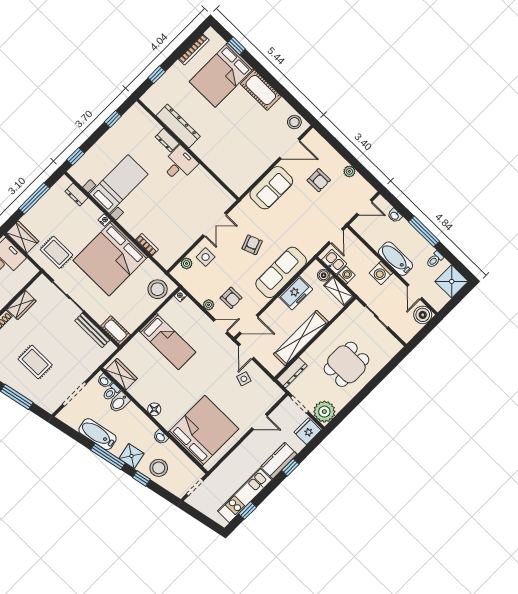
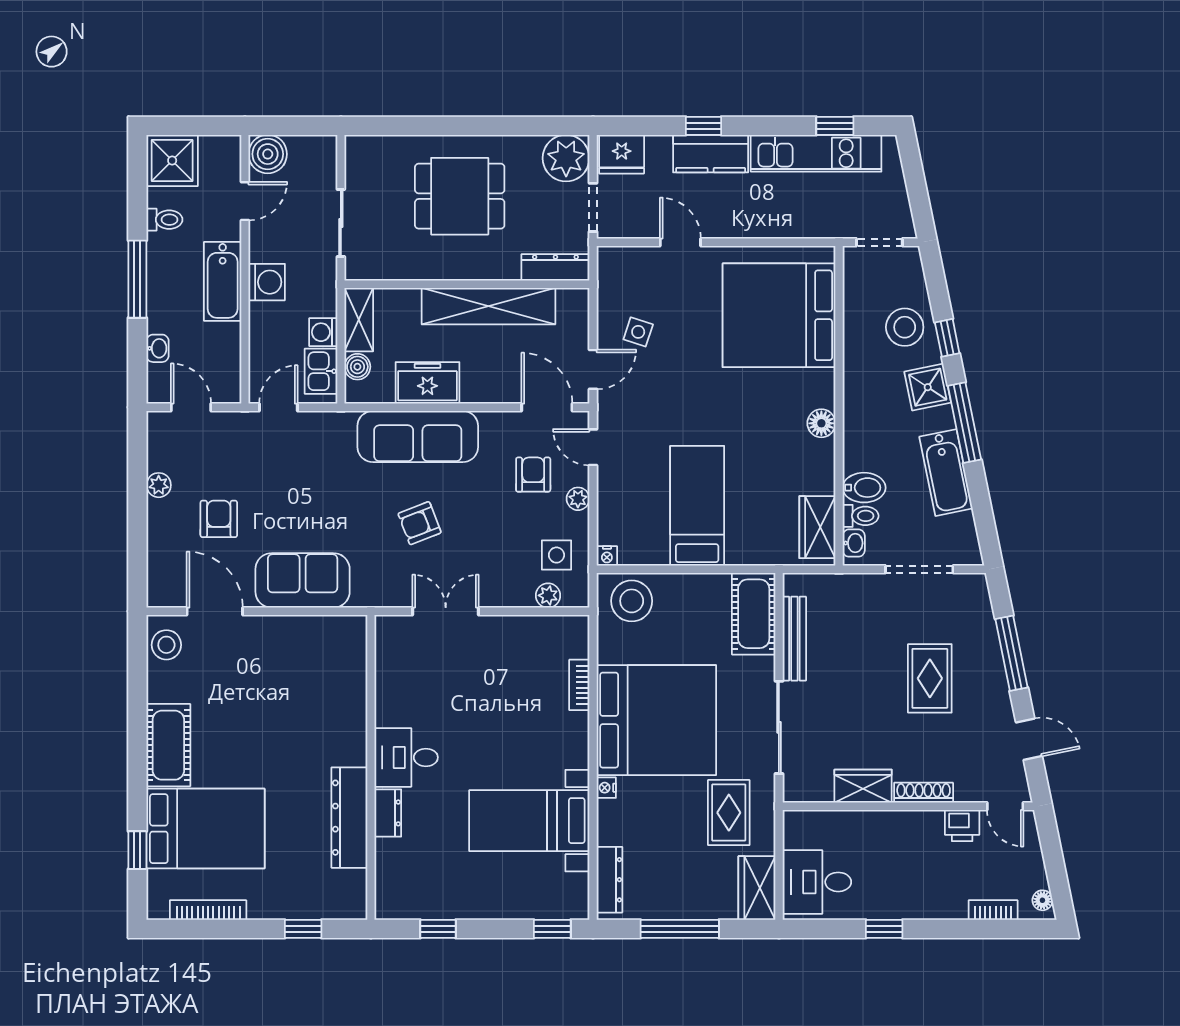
dresser: (76, 194) -> (609, 880), width x1.44
side table: (206, 257) -> (556, 555), moved
cot: (115, 330) -> (754, 614), width x1.37, depth x1.34
washbasin: (161, 437) -> (854, 371), removed

